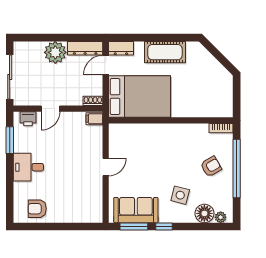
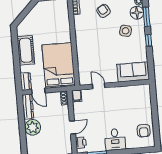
door: (50, 109) -> (72, 127), hinge flipped
door: (106, 167) -> (99, 86), moved
sofa: (136, 210) -> (133, 72), moved, turned 90
window: (134, 226) -> (147, 17), moved

